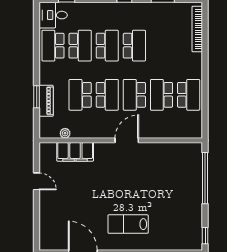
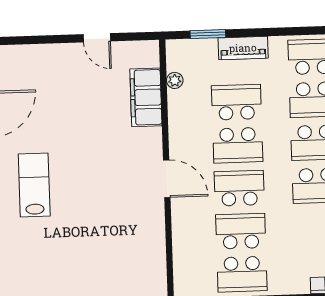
window: (37, 97) -> (208, 34), moved
piano: (46, 101) -> (243, 48), moved
door: (37, 181) -> (97, 38), hinge flipped

